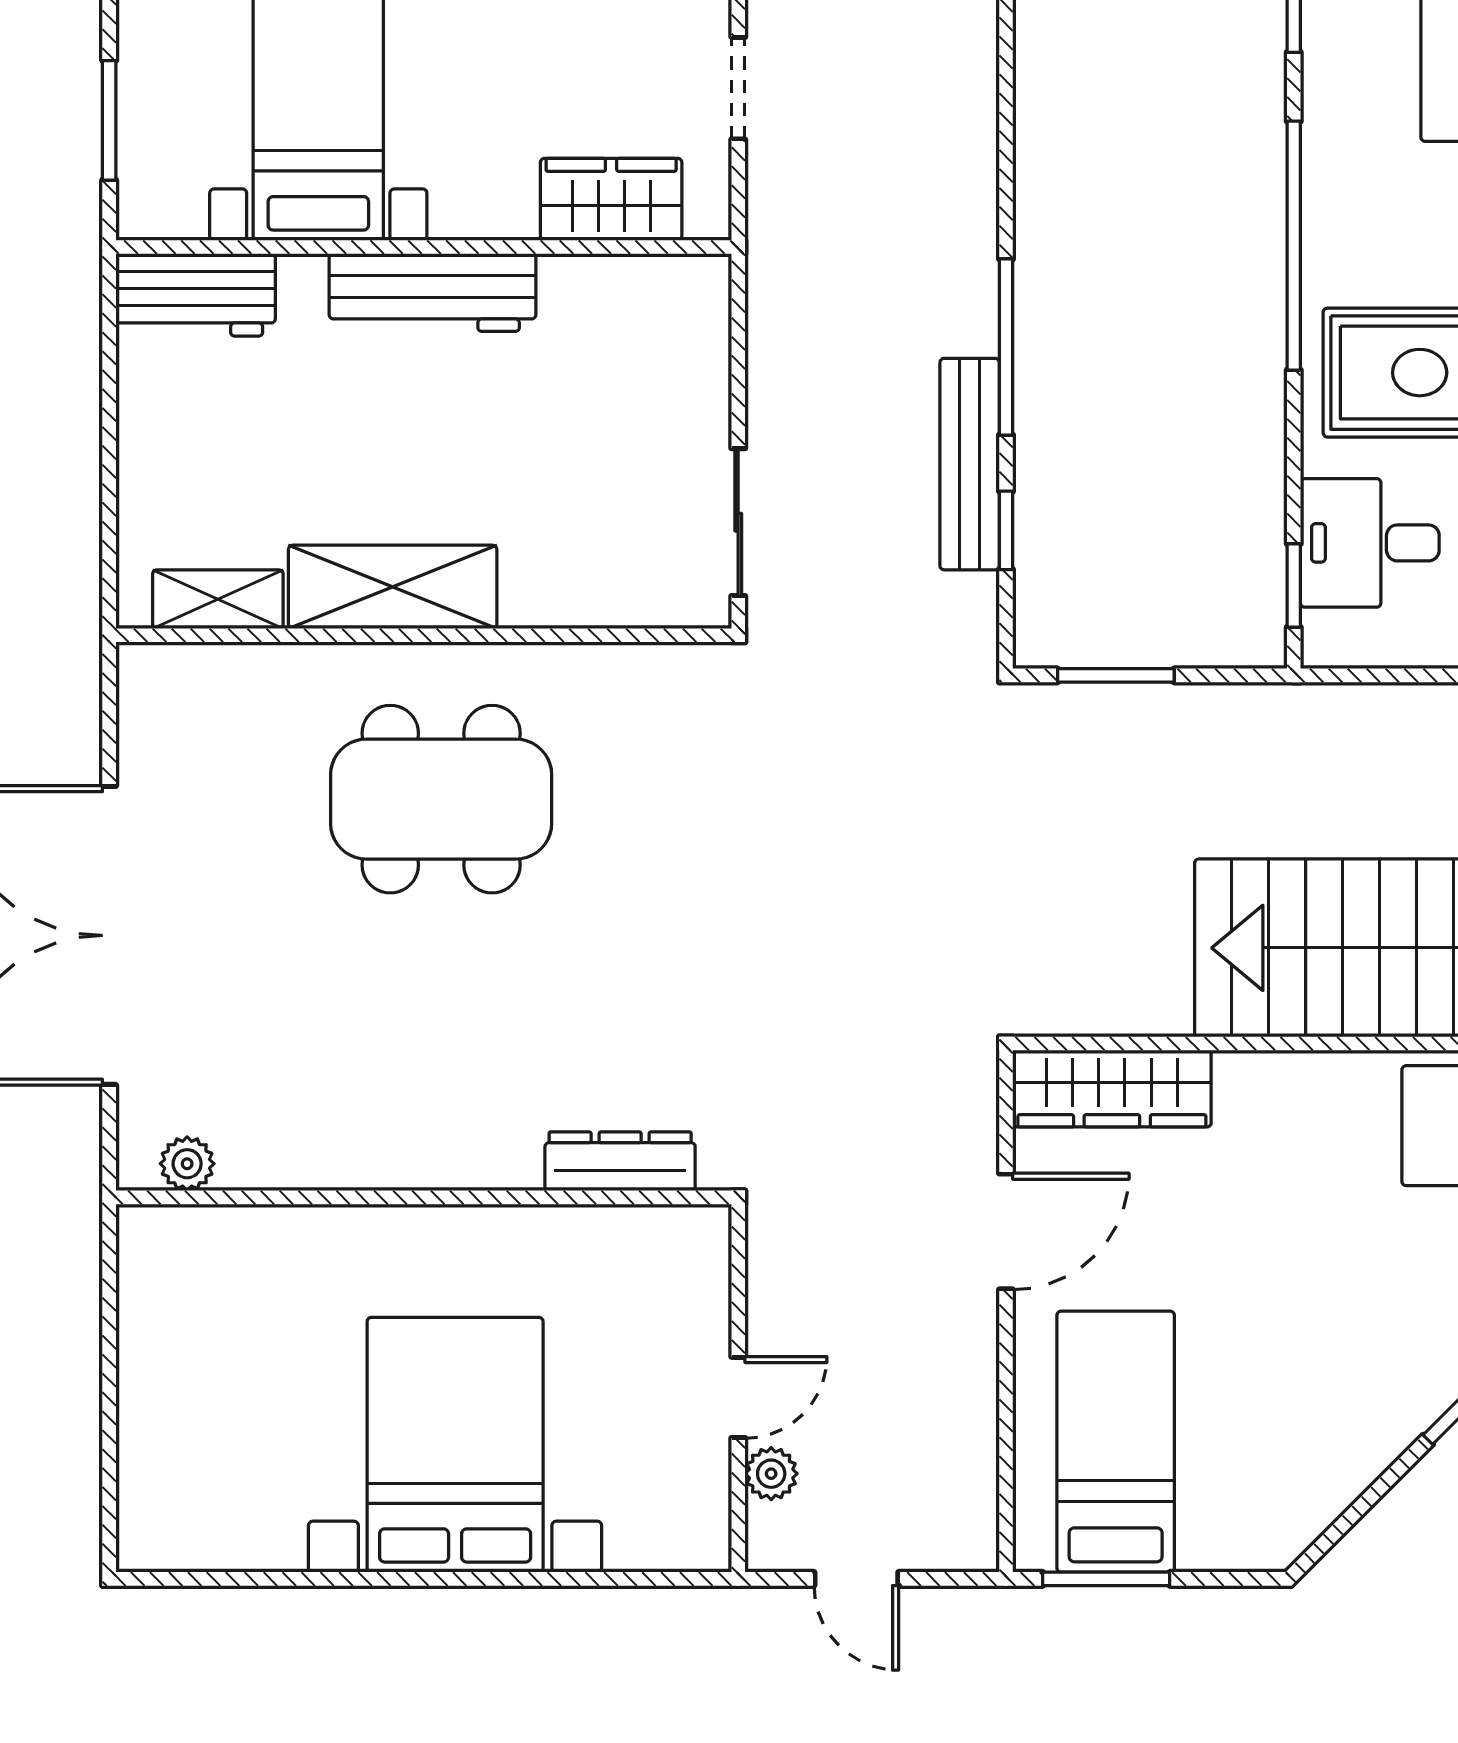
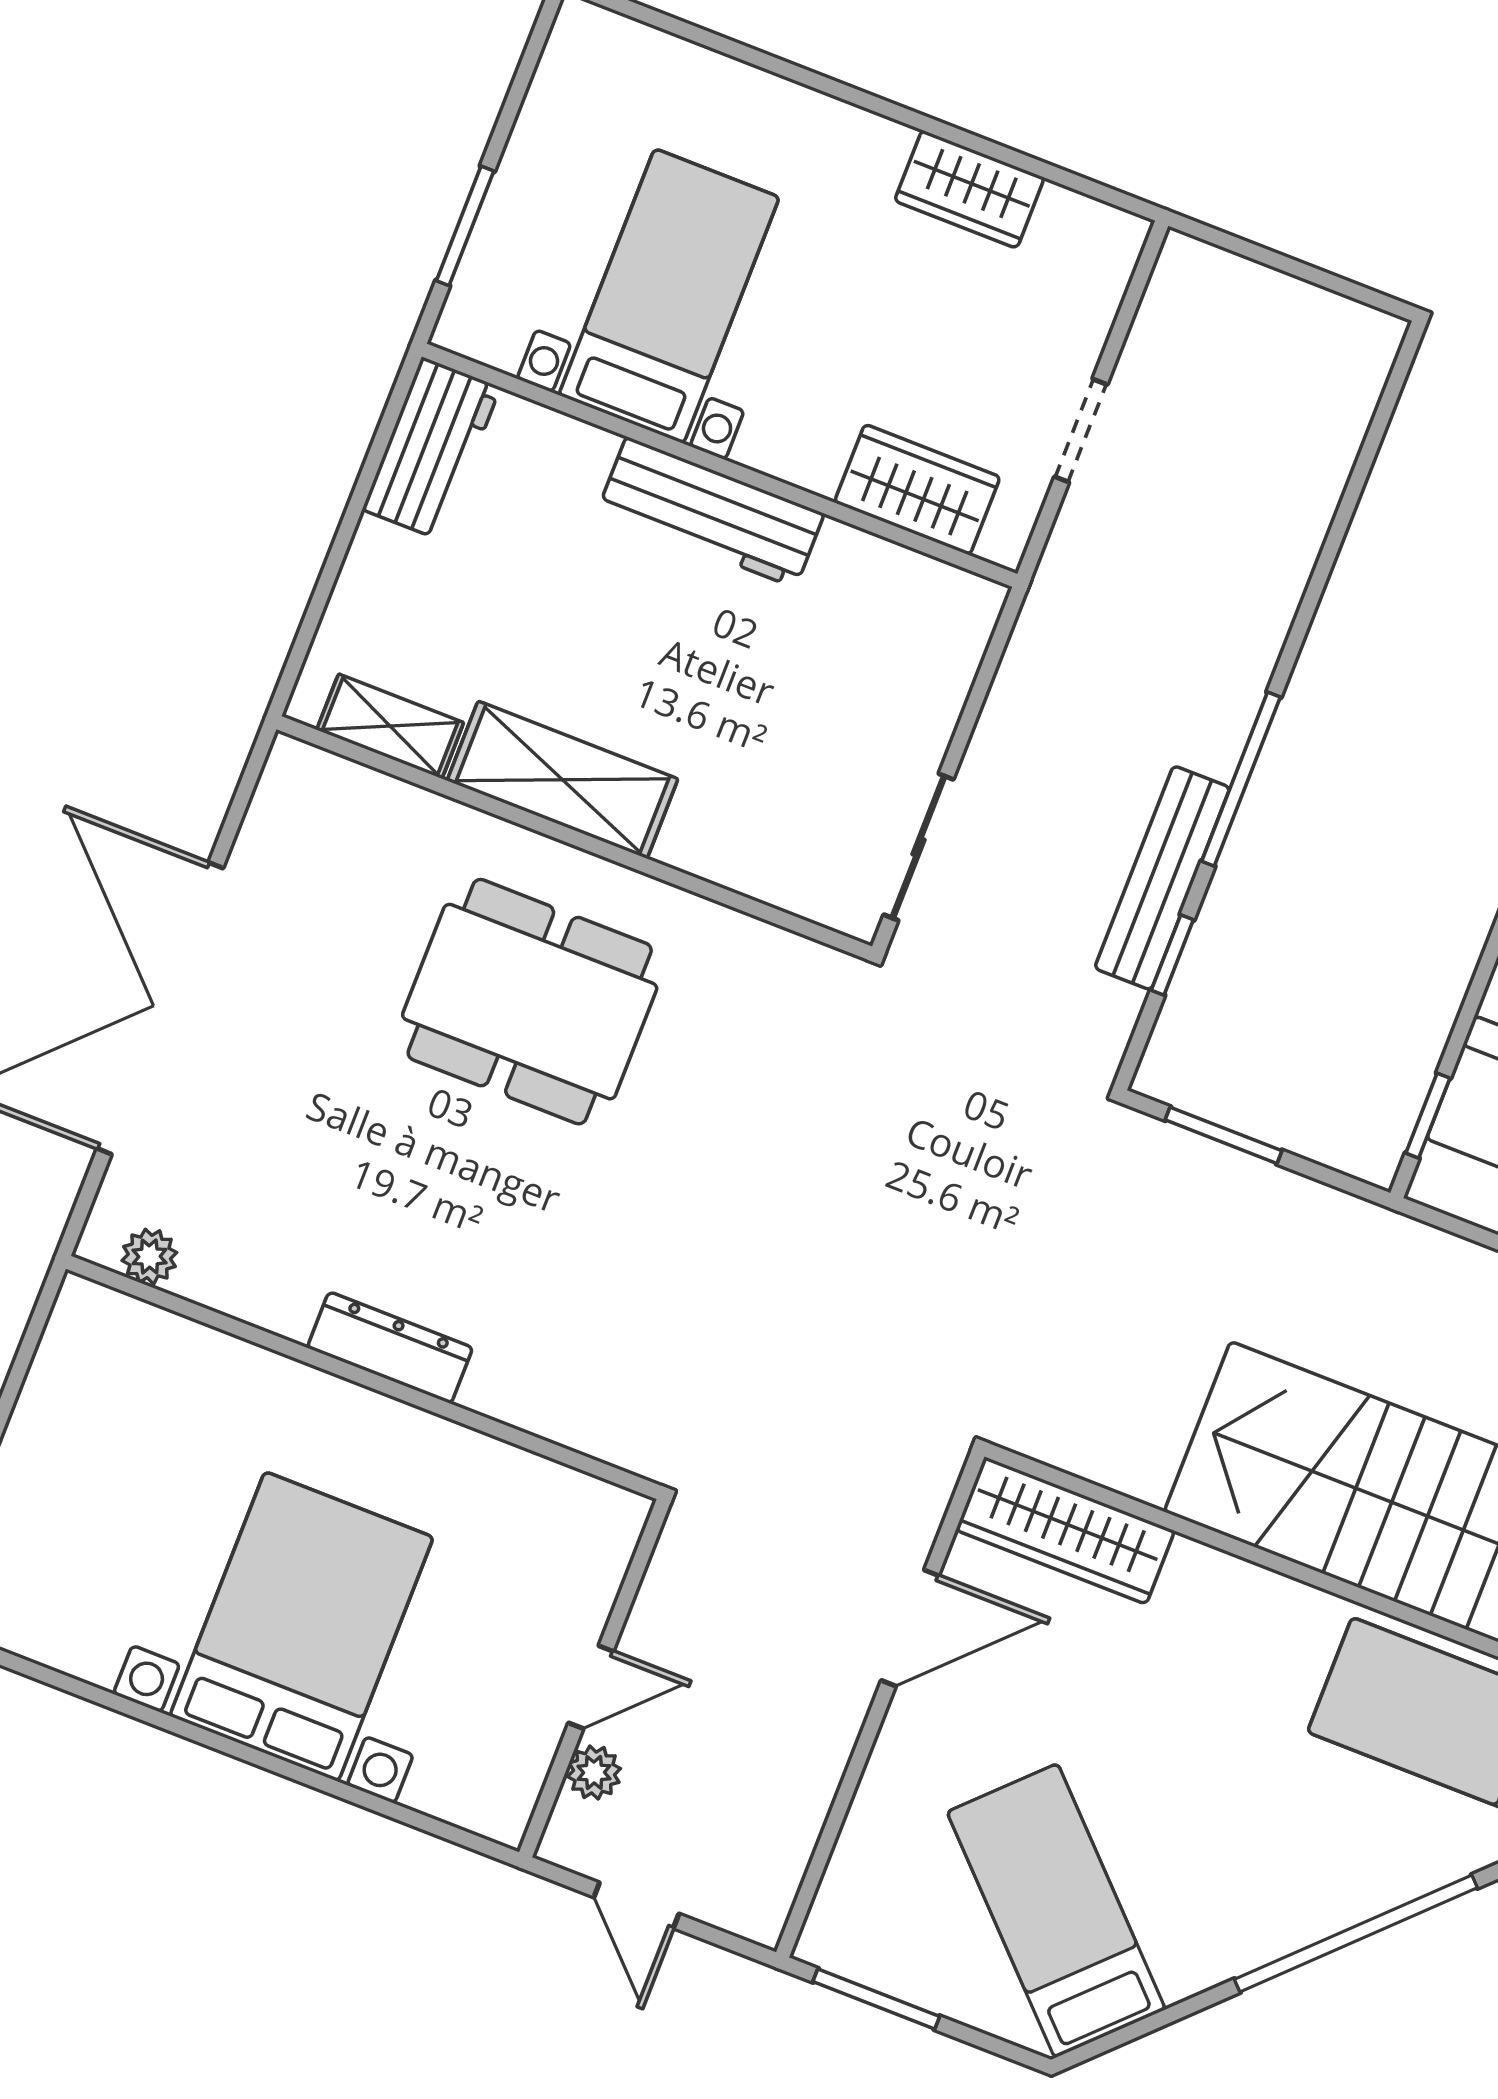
workbench: (196, 295) -> (431, 448), moved, turned -90
dresser: (620, 1161) -> (390, 1348), moved
bed: (1116, 1442) -> (1056, 1911), moved, turned -45

